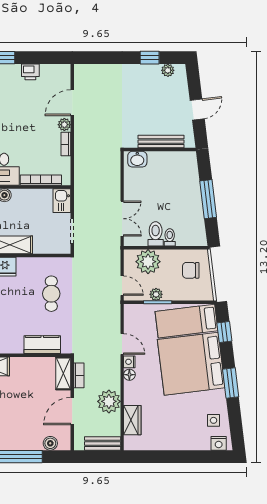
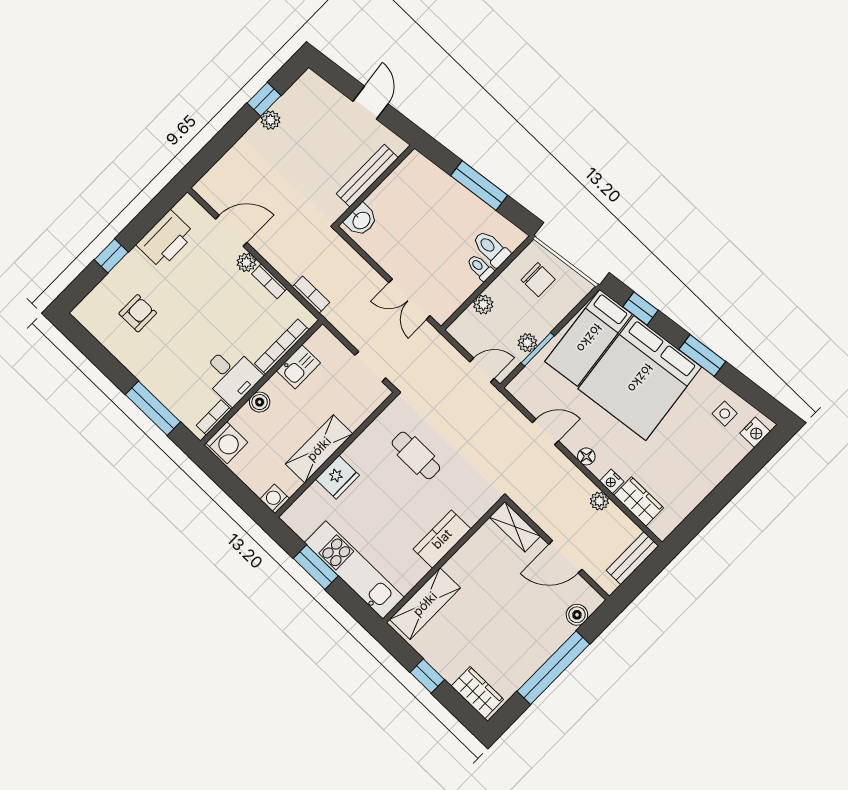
plant: (168, 70) -> (271, 120), moved
printer: (30, 72) -> (166, 239), width x1.87, depth x1.48
door: (72, 103) -> (231, 231), swing flipped
kitchen sink: (62, 201) -> (298, 367), moved, turned -90
double door: (122, 219) -> (409, 299), swing flipped
toilet: (156, 234) -> (491, 249), moved
plant: (148, 262) -> (483, 304), width x0.53, depth x0.53
chair: (191, 270) -> (538, 280), turned -90
kitchen counter: (42, 345) -> (442, 539), moved
nightstand: (129, 362) -> (612, 481), moved
bookcase: (79, 375) -> (311, 295), moved
plant: (109, 401) -> (599, 501), width x0.53, depth x0.53
door: (72, 411) -> (565, 557), hinge flipped

